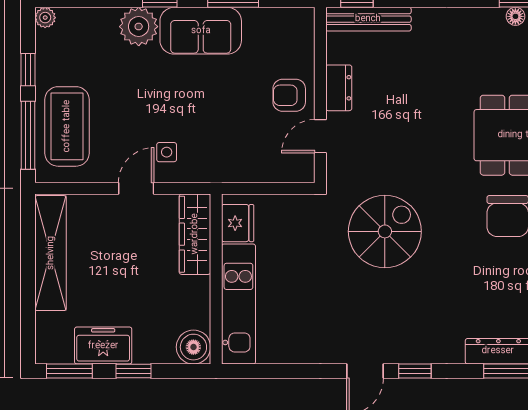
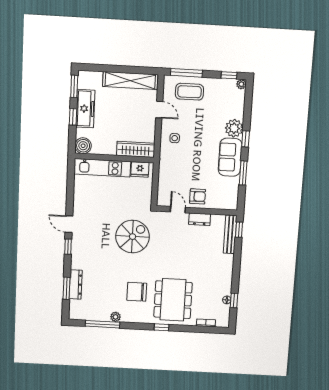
window: (28, 70) -> (229, 75), moved
armchair: (289, 95) -> (198, 196), turned 90
coffee table: (67, 126) -> (189, 92), width x0.73, depth x0.76
door: (136, 188) -> (159, 110), moved
spiral stairs: (385, 231) -> (133, 237), turned -90
freezer: (103, 346) -> (85, 109), width x1.40

